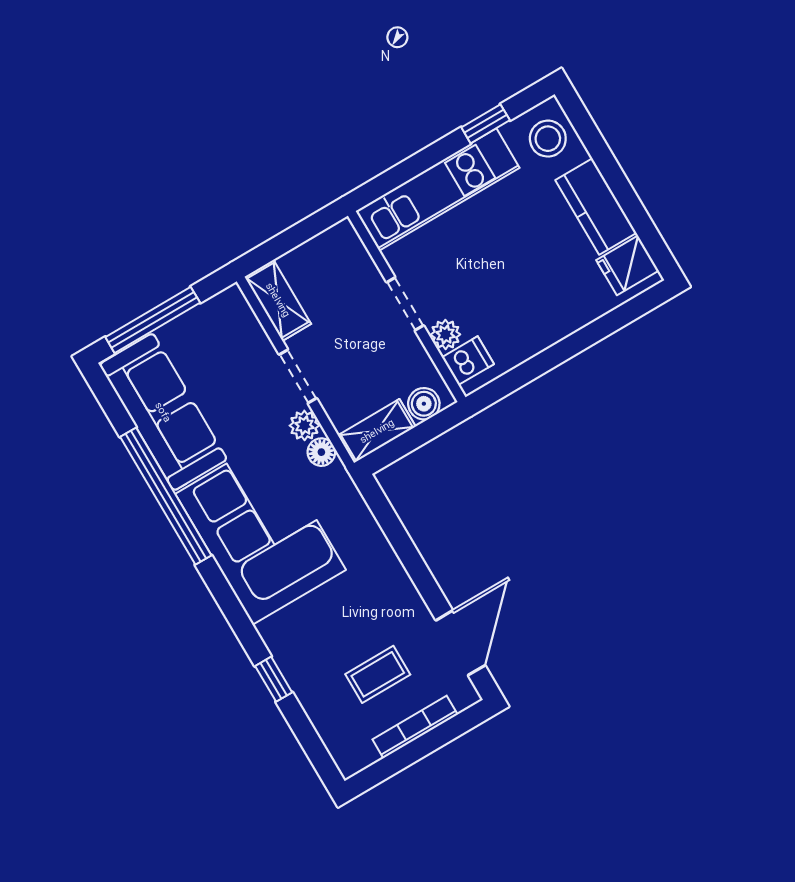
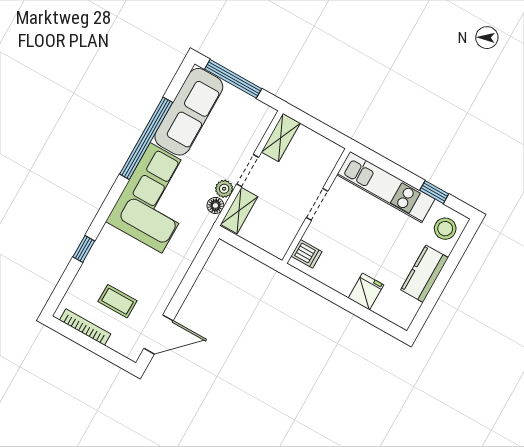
fridge: (627, 265) -> (366, 291), moved, turned 90
plant: (445, 335) -> (313, 234), removed
boiler: (424, 404) -> (271, 244), removed
shelving: (377, 431) -> (239, 211), moved, turned 90
bookcase: (415, 727) -> (85, 327), moved

